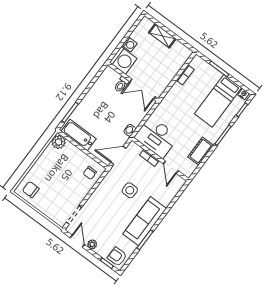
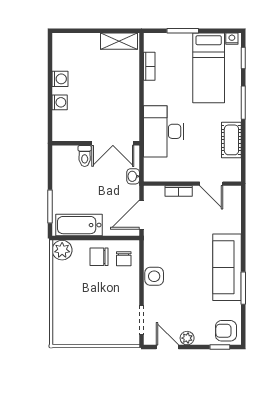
shelving: (162, 36) -> (119, 41), moved
washing machine: (123, 60) -> (60, 102), width x0.53, depth x0.53
wall: (133, 82) -> (96, 143), moved
toilet: (121, 84) -> (85, 156), moved
double door: (143, 89) -> (113, 143), moved
desk: (156, 137) -> (164, 131), moved, turned 90
chair: (31, 190) -> (99, 257), moved
side table: (130, 190) -> (154, 276), moved

